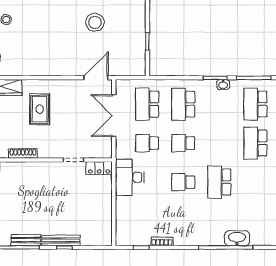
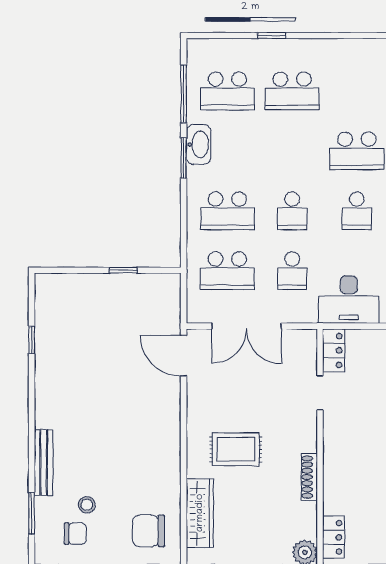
stool: (95, 22) -> (92, 357), removed
washbasin: (223, 84) -> (199, 144), width x1.91, depth x1.45

